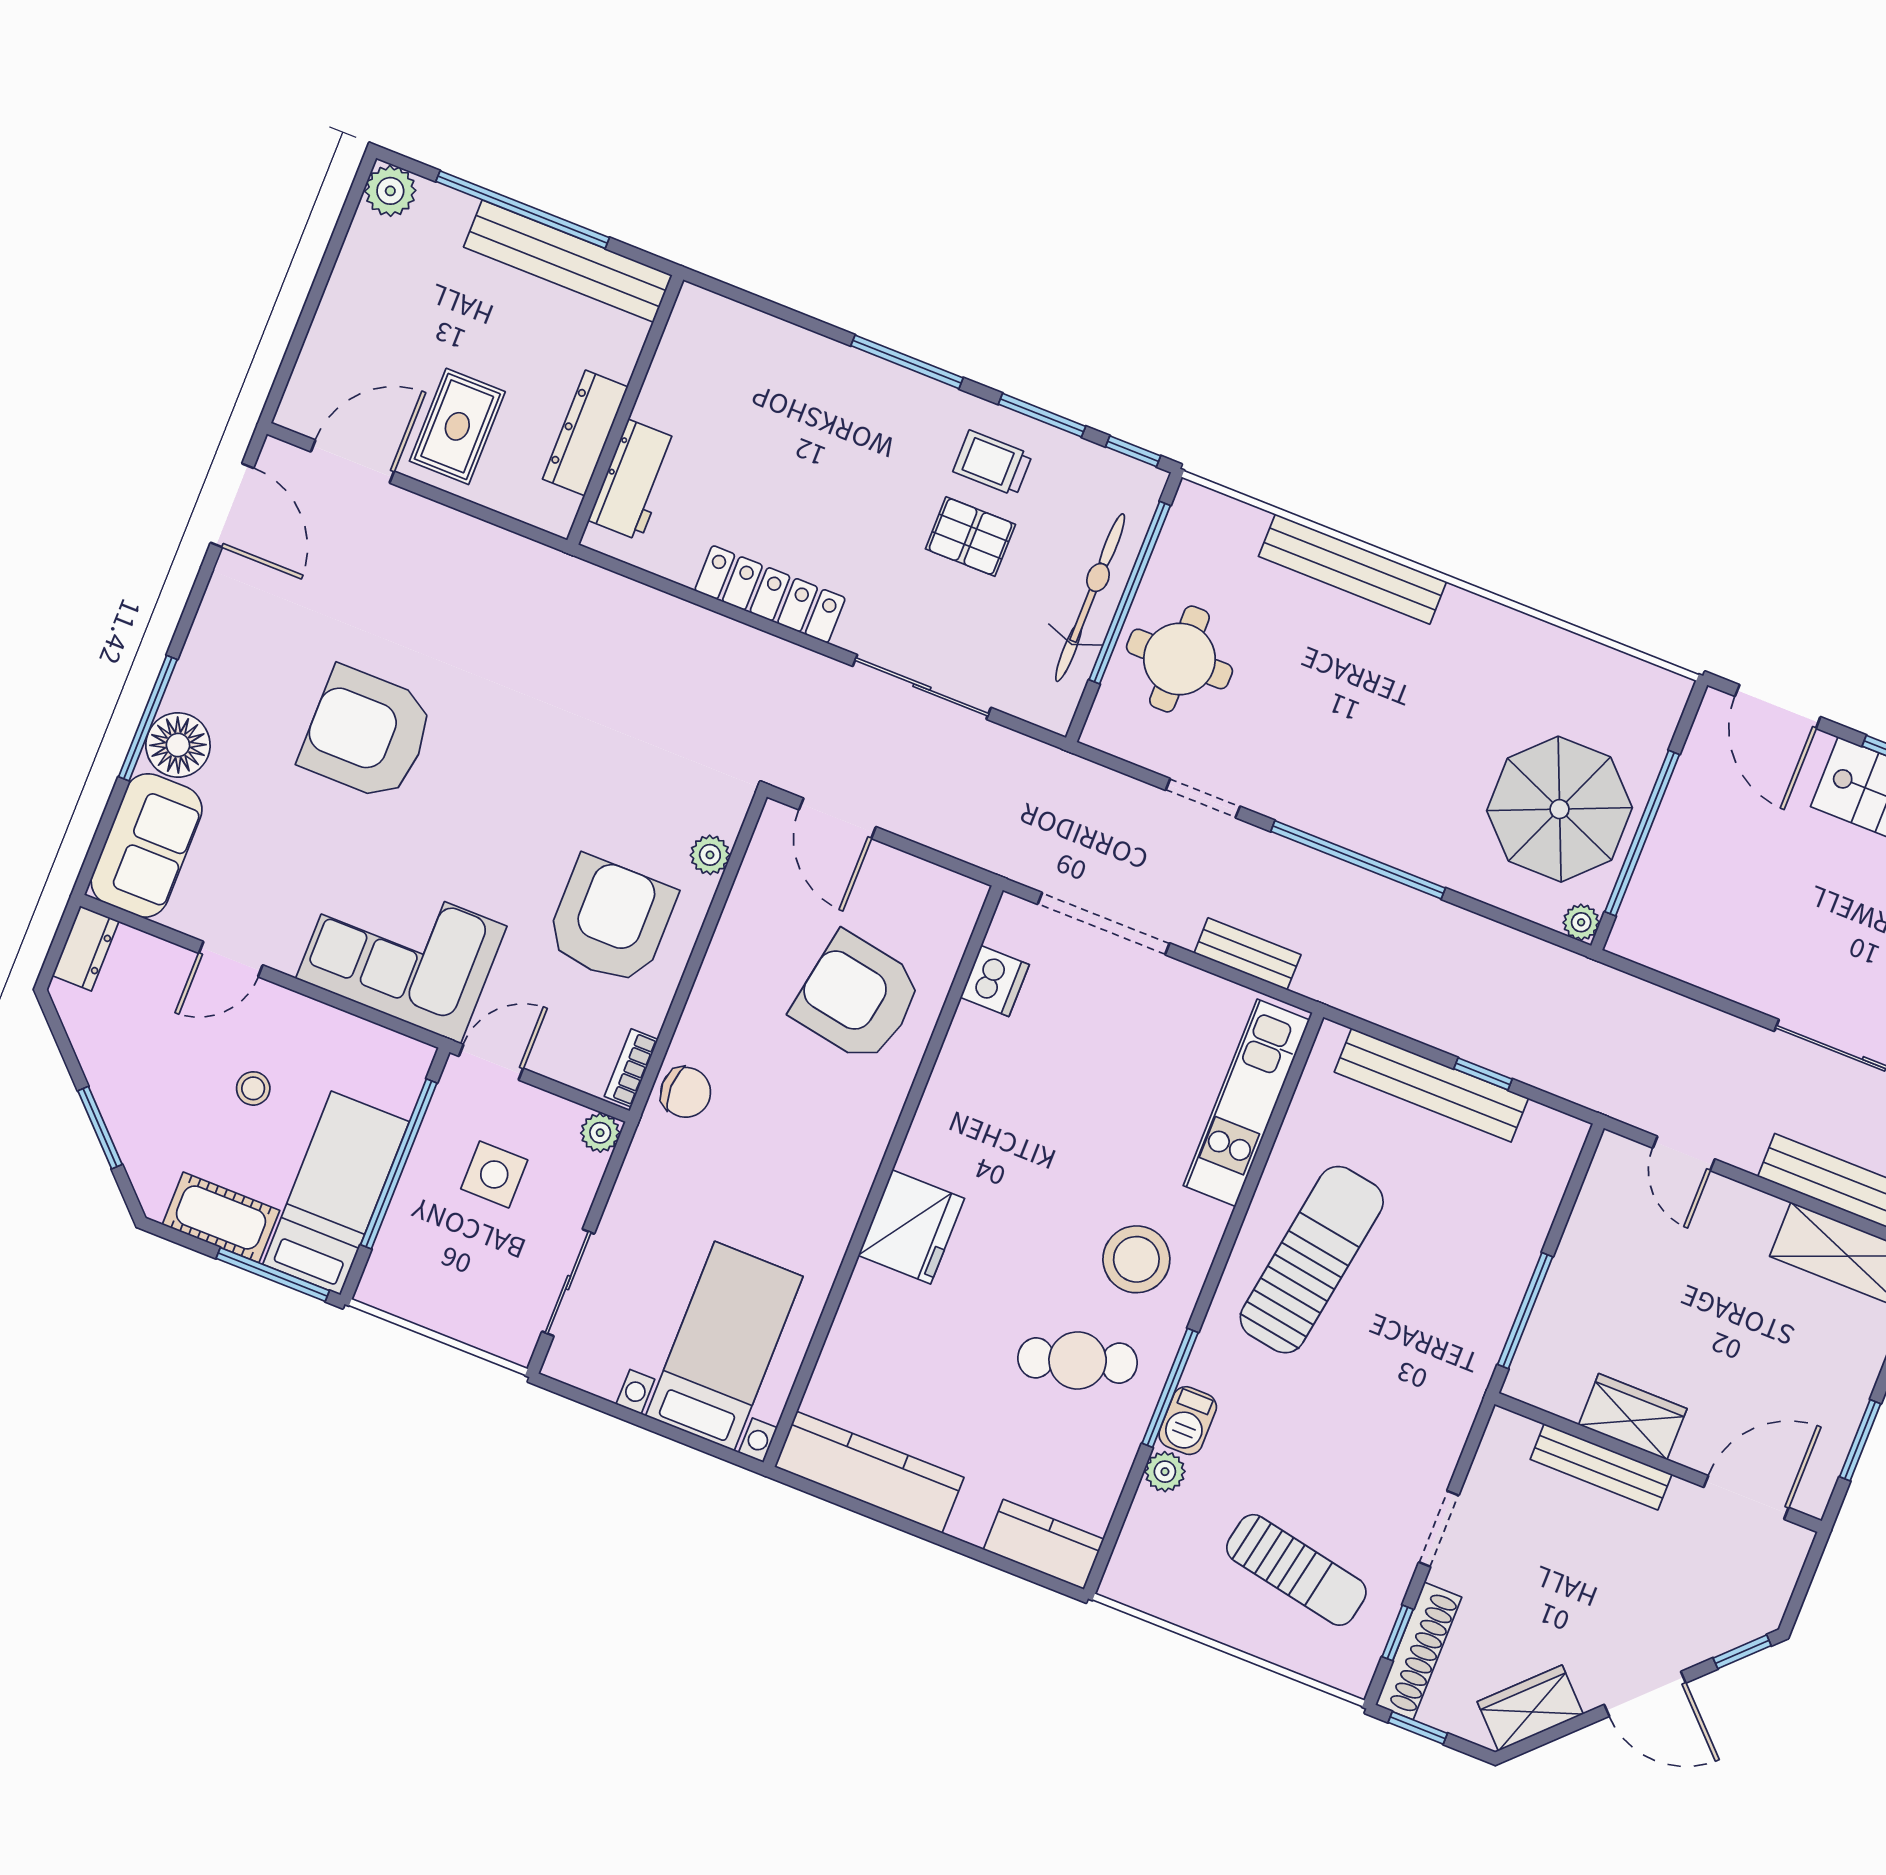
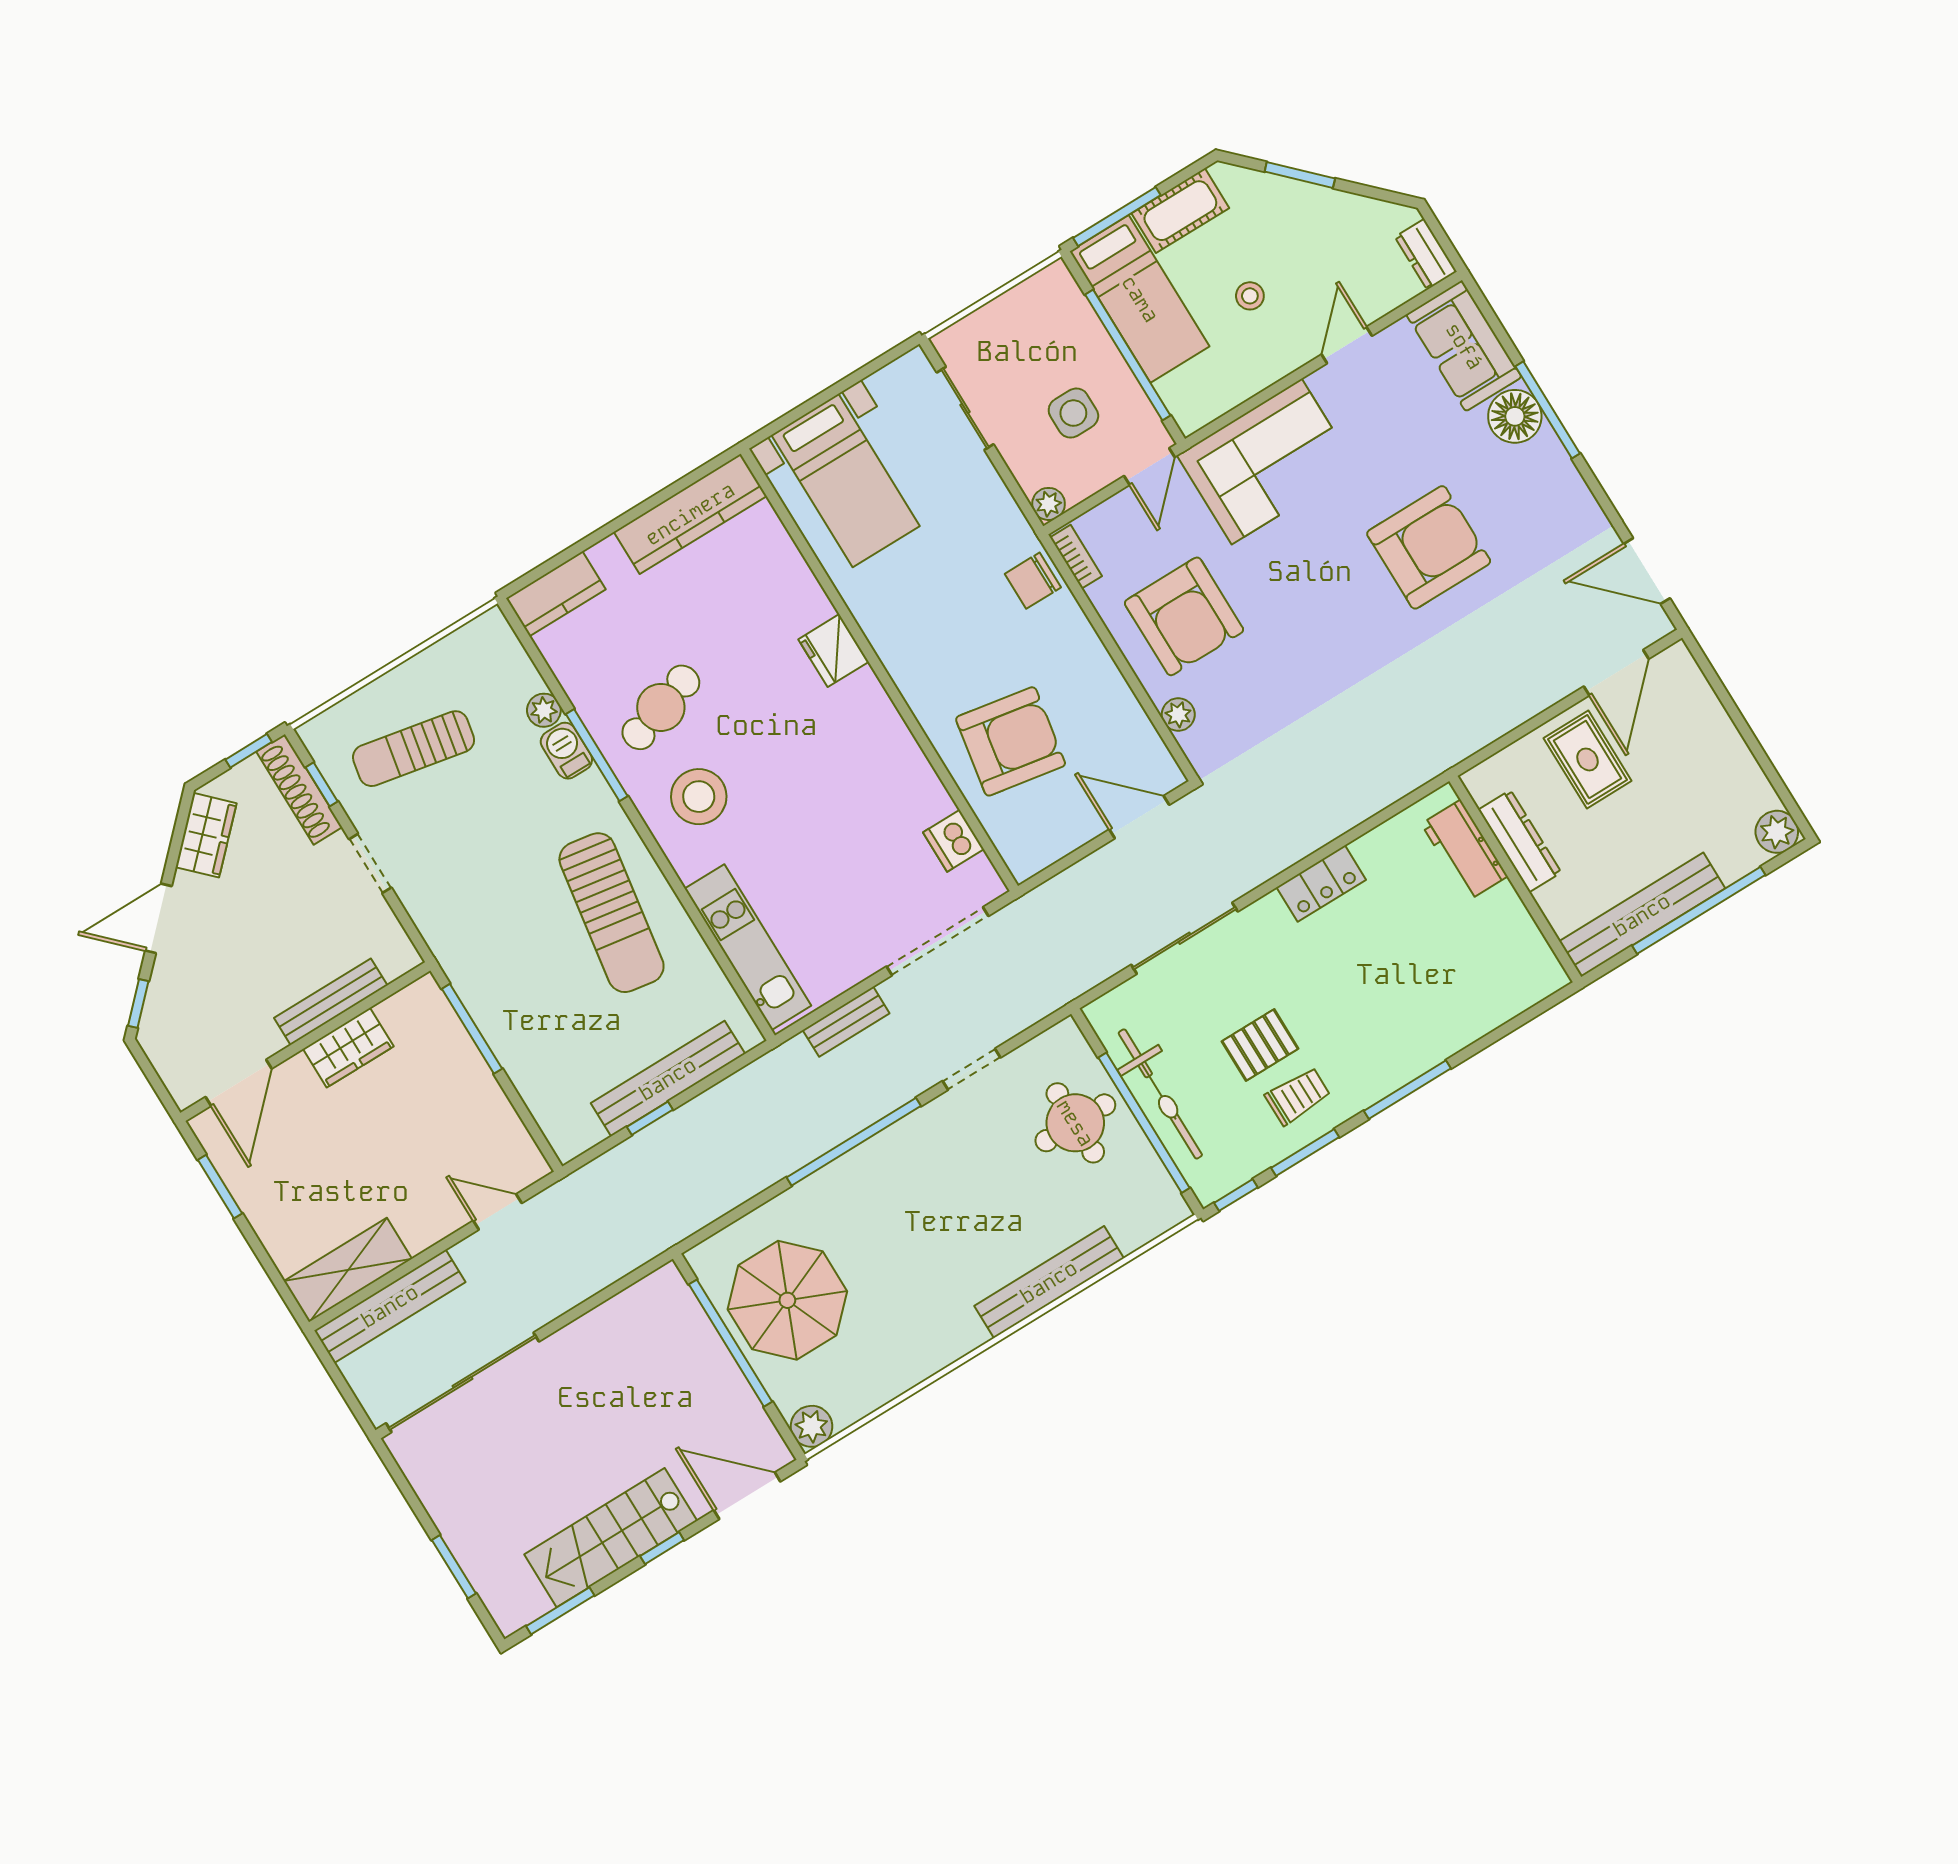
locker: (770, 594) -> (1321, 884), width x0.66
plant: (1581, 922) -> (811, 1426), moved, width x1.38, depth x1.38
fridge: (911, 1227) -> (833, 651), width x0.73, depth x0.75

